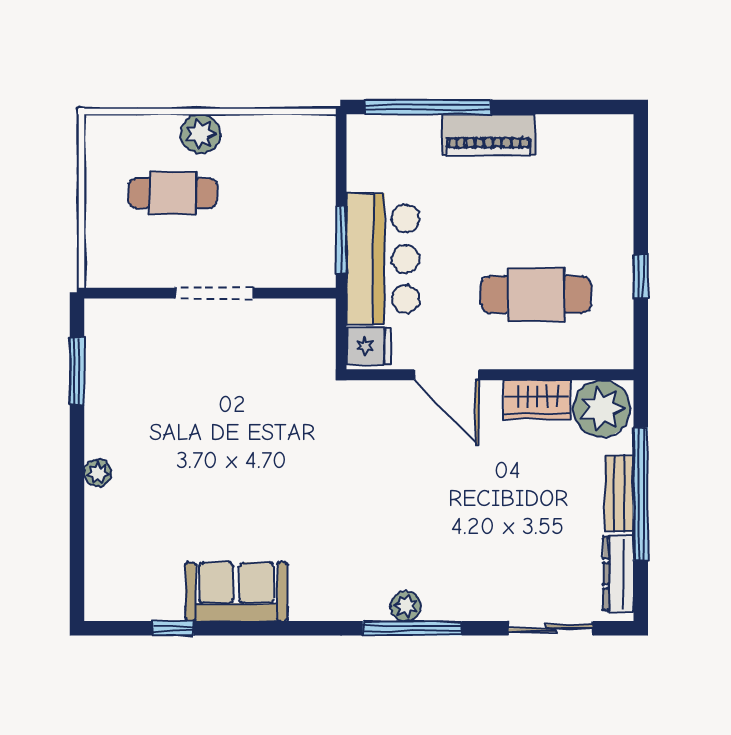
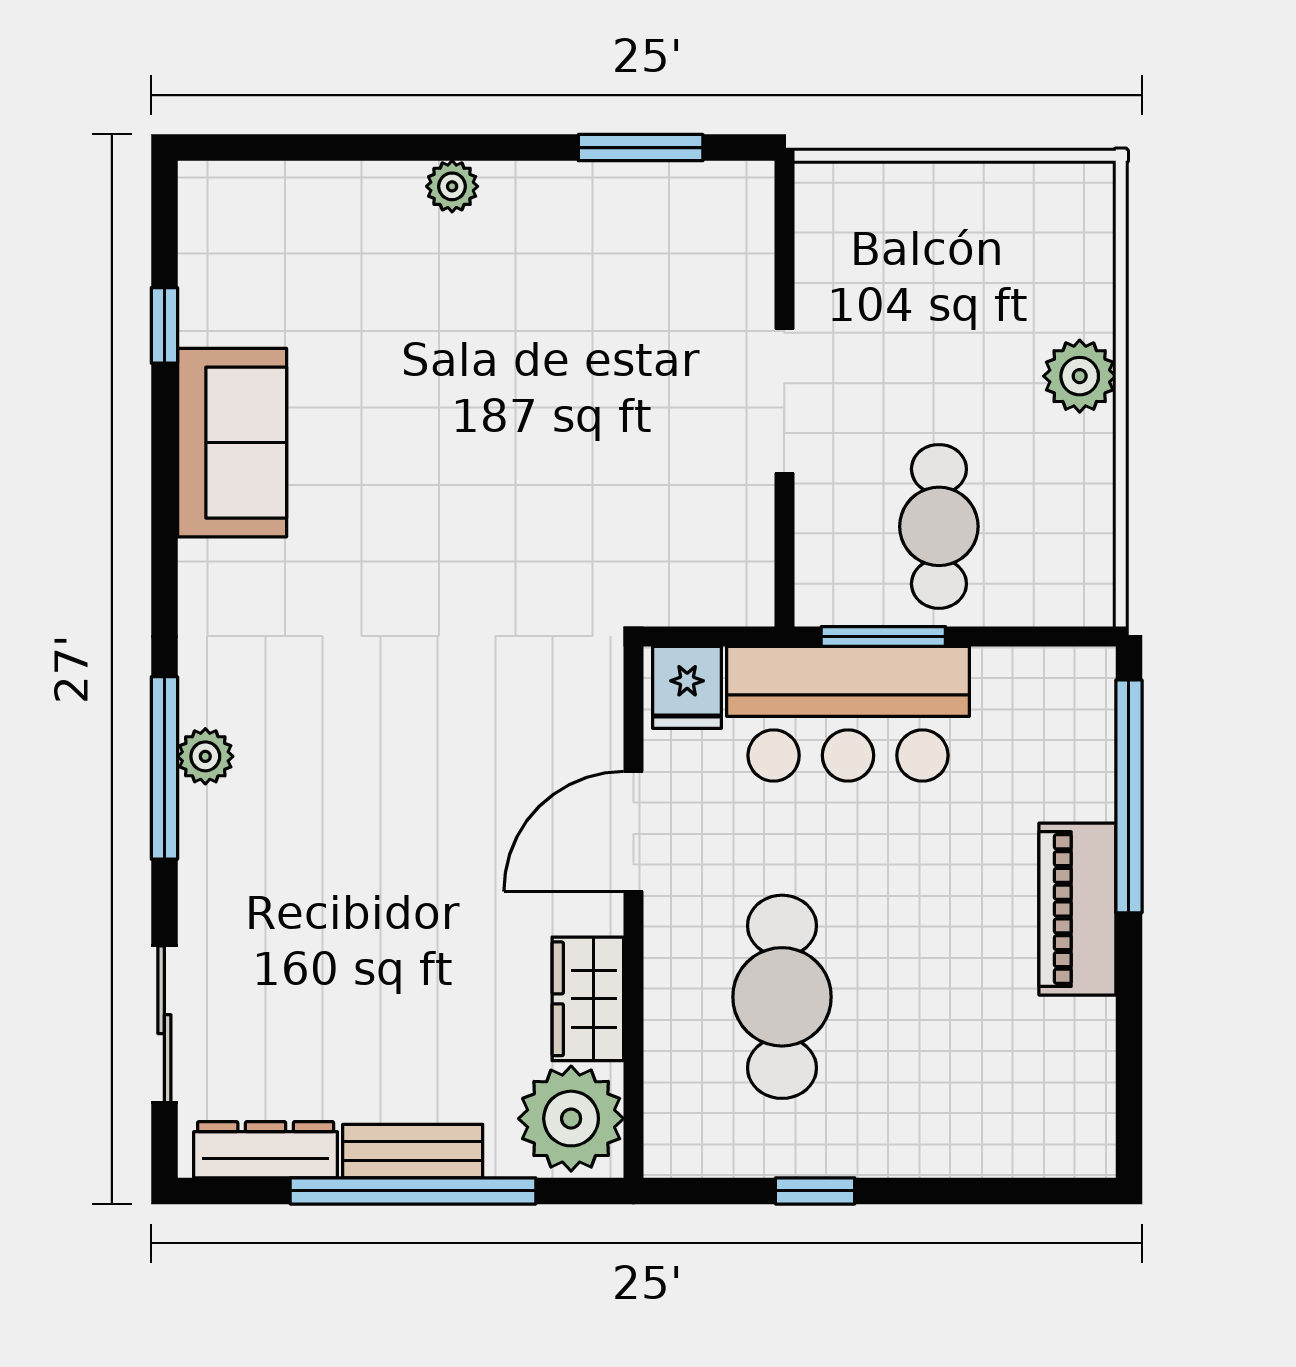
cafe table: (173, 193) -> (939, 526), moved

